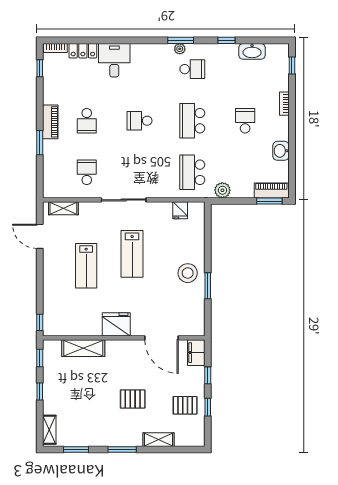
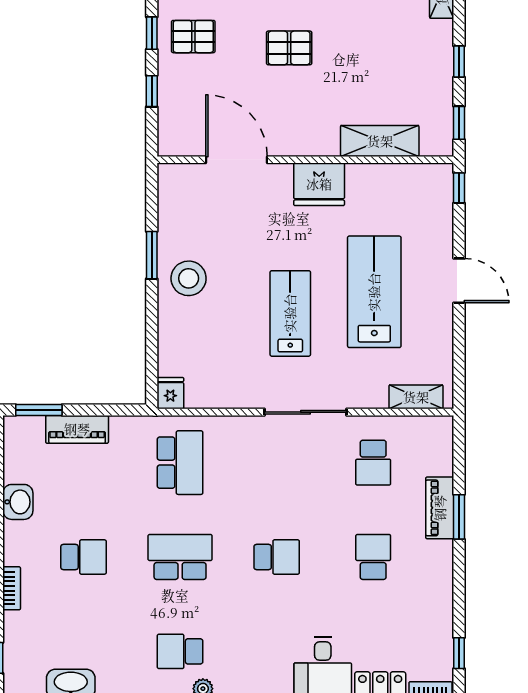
school desk: (192, 121) -> (180, 557), turned -90
school desk: (245, 121) -> (83, 557), turned -90
piano: (50, 122) -> (440, 508), moved
plant: (222, 190) -> (125, 430), removed
piano: (271, 190) -> (77, 429), moved
fridge: (180, 210) -> (170, 393), moved
door: (40, 236) -> (459, 281), moved
lab bench: (86, 266) -> (374, 292), width x1.36, depth x1.39
filing cabinet: (196, 353) -> (173, 133), removed

